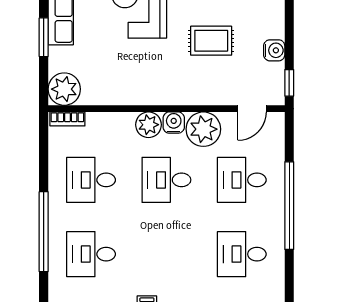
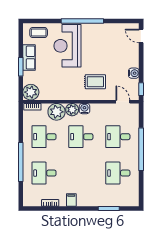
rug: (211, 41) -> (95, 82), moved
door: (252, 109) -> (123, 102), swing flipped
plant: (203, 129) -> (56, 112), moved

